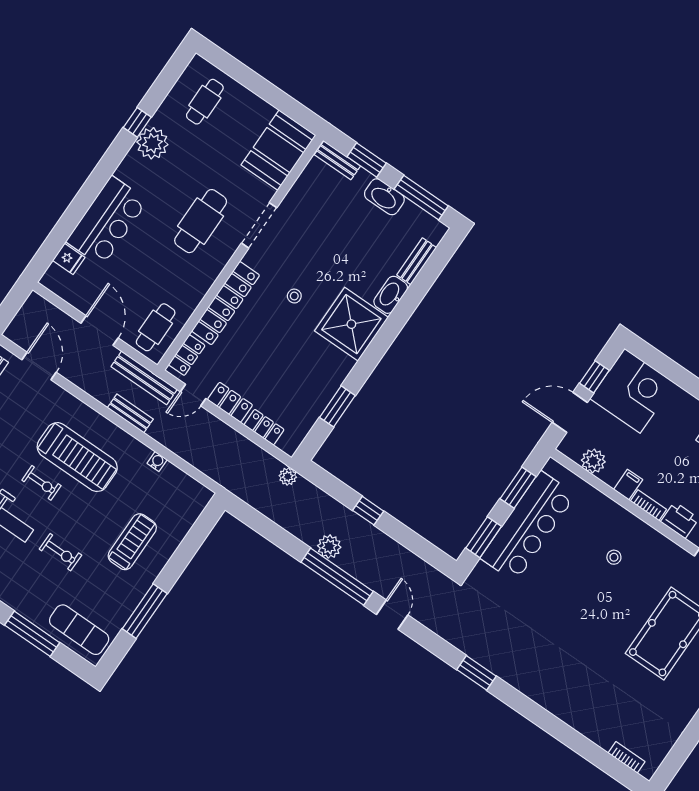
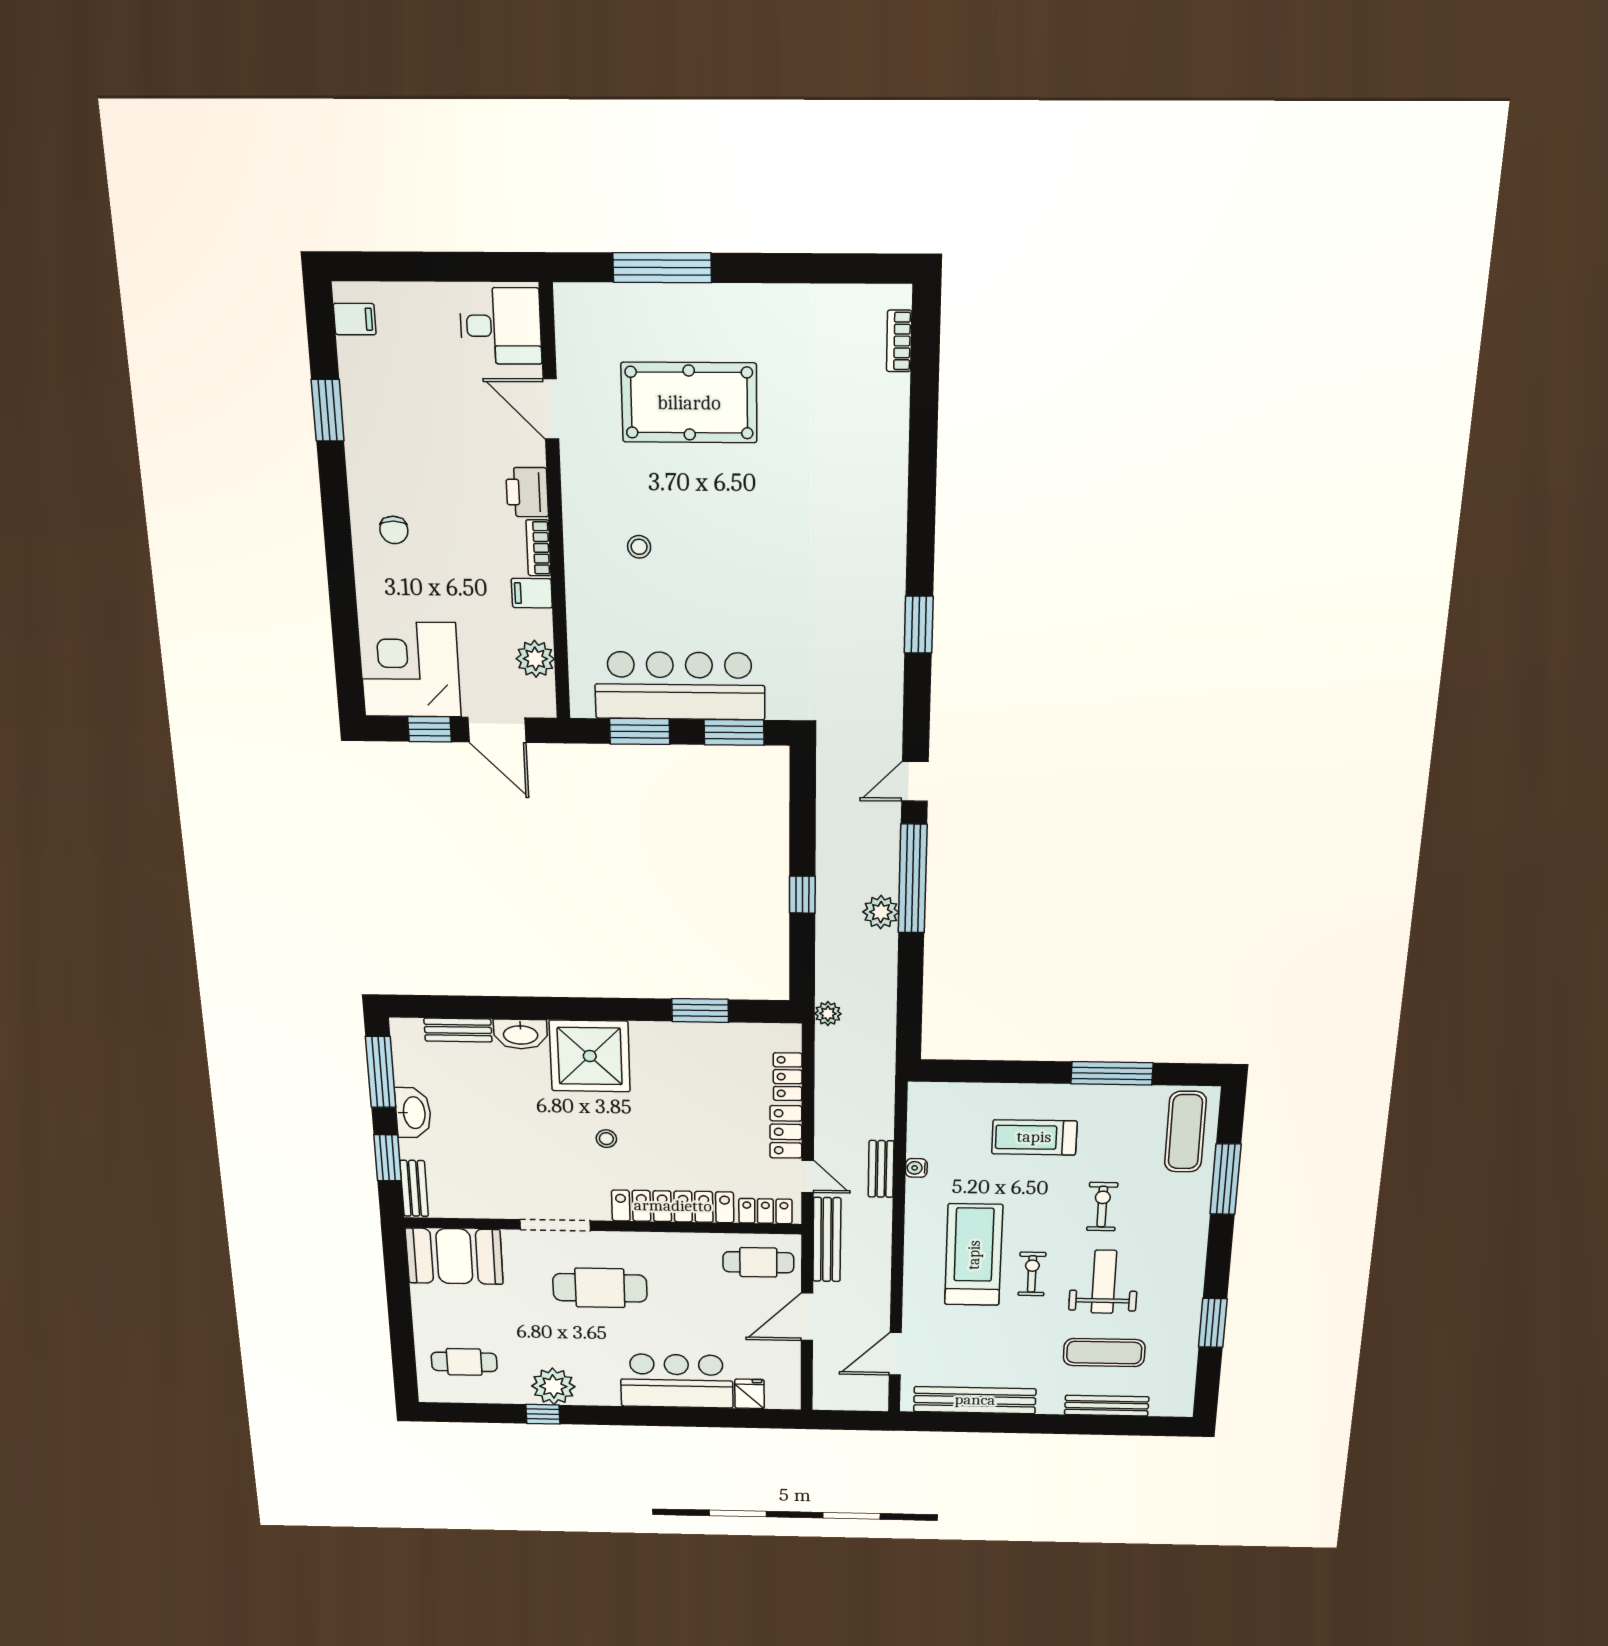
bench: (130, 413) -> (881, 1169), moved

